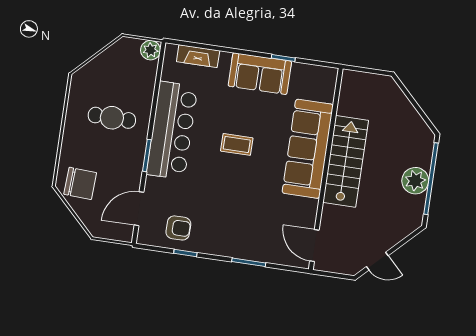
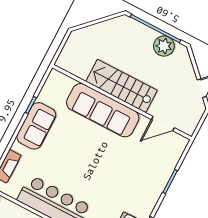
coffee table: (237, 144) -> (82, 160), removed
plant: (415, 181) -> (164, 46), moved
door: (314, 246) -> (163, 124), moved

